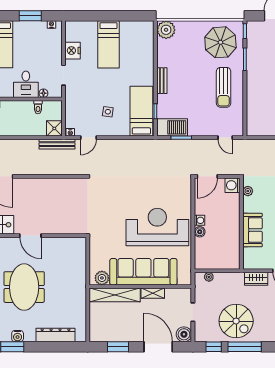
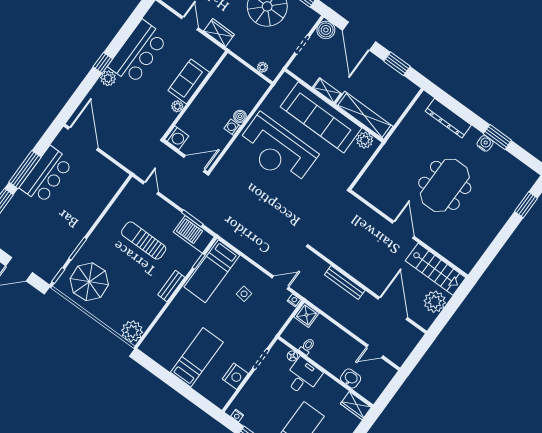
sun lounger: (224, 87) -> (144, 241), moved, turned -90
bench: (57, 144) -> (345, 283), moved
plant: (248, 191) -> (177, 106), moved

